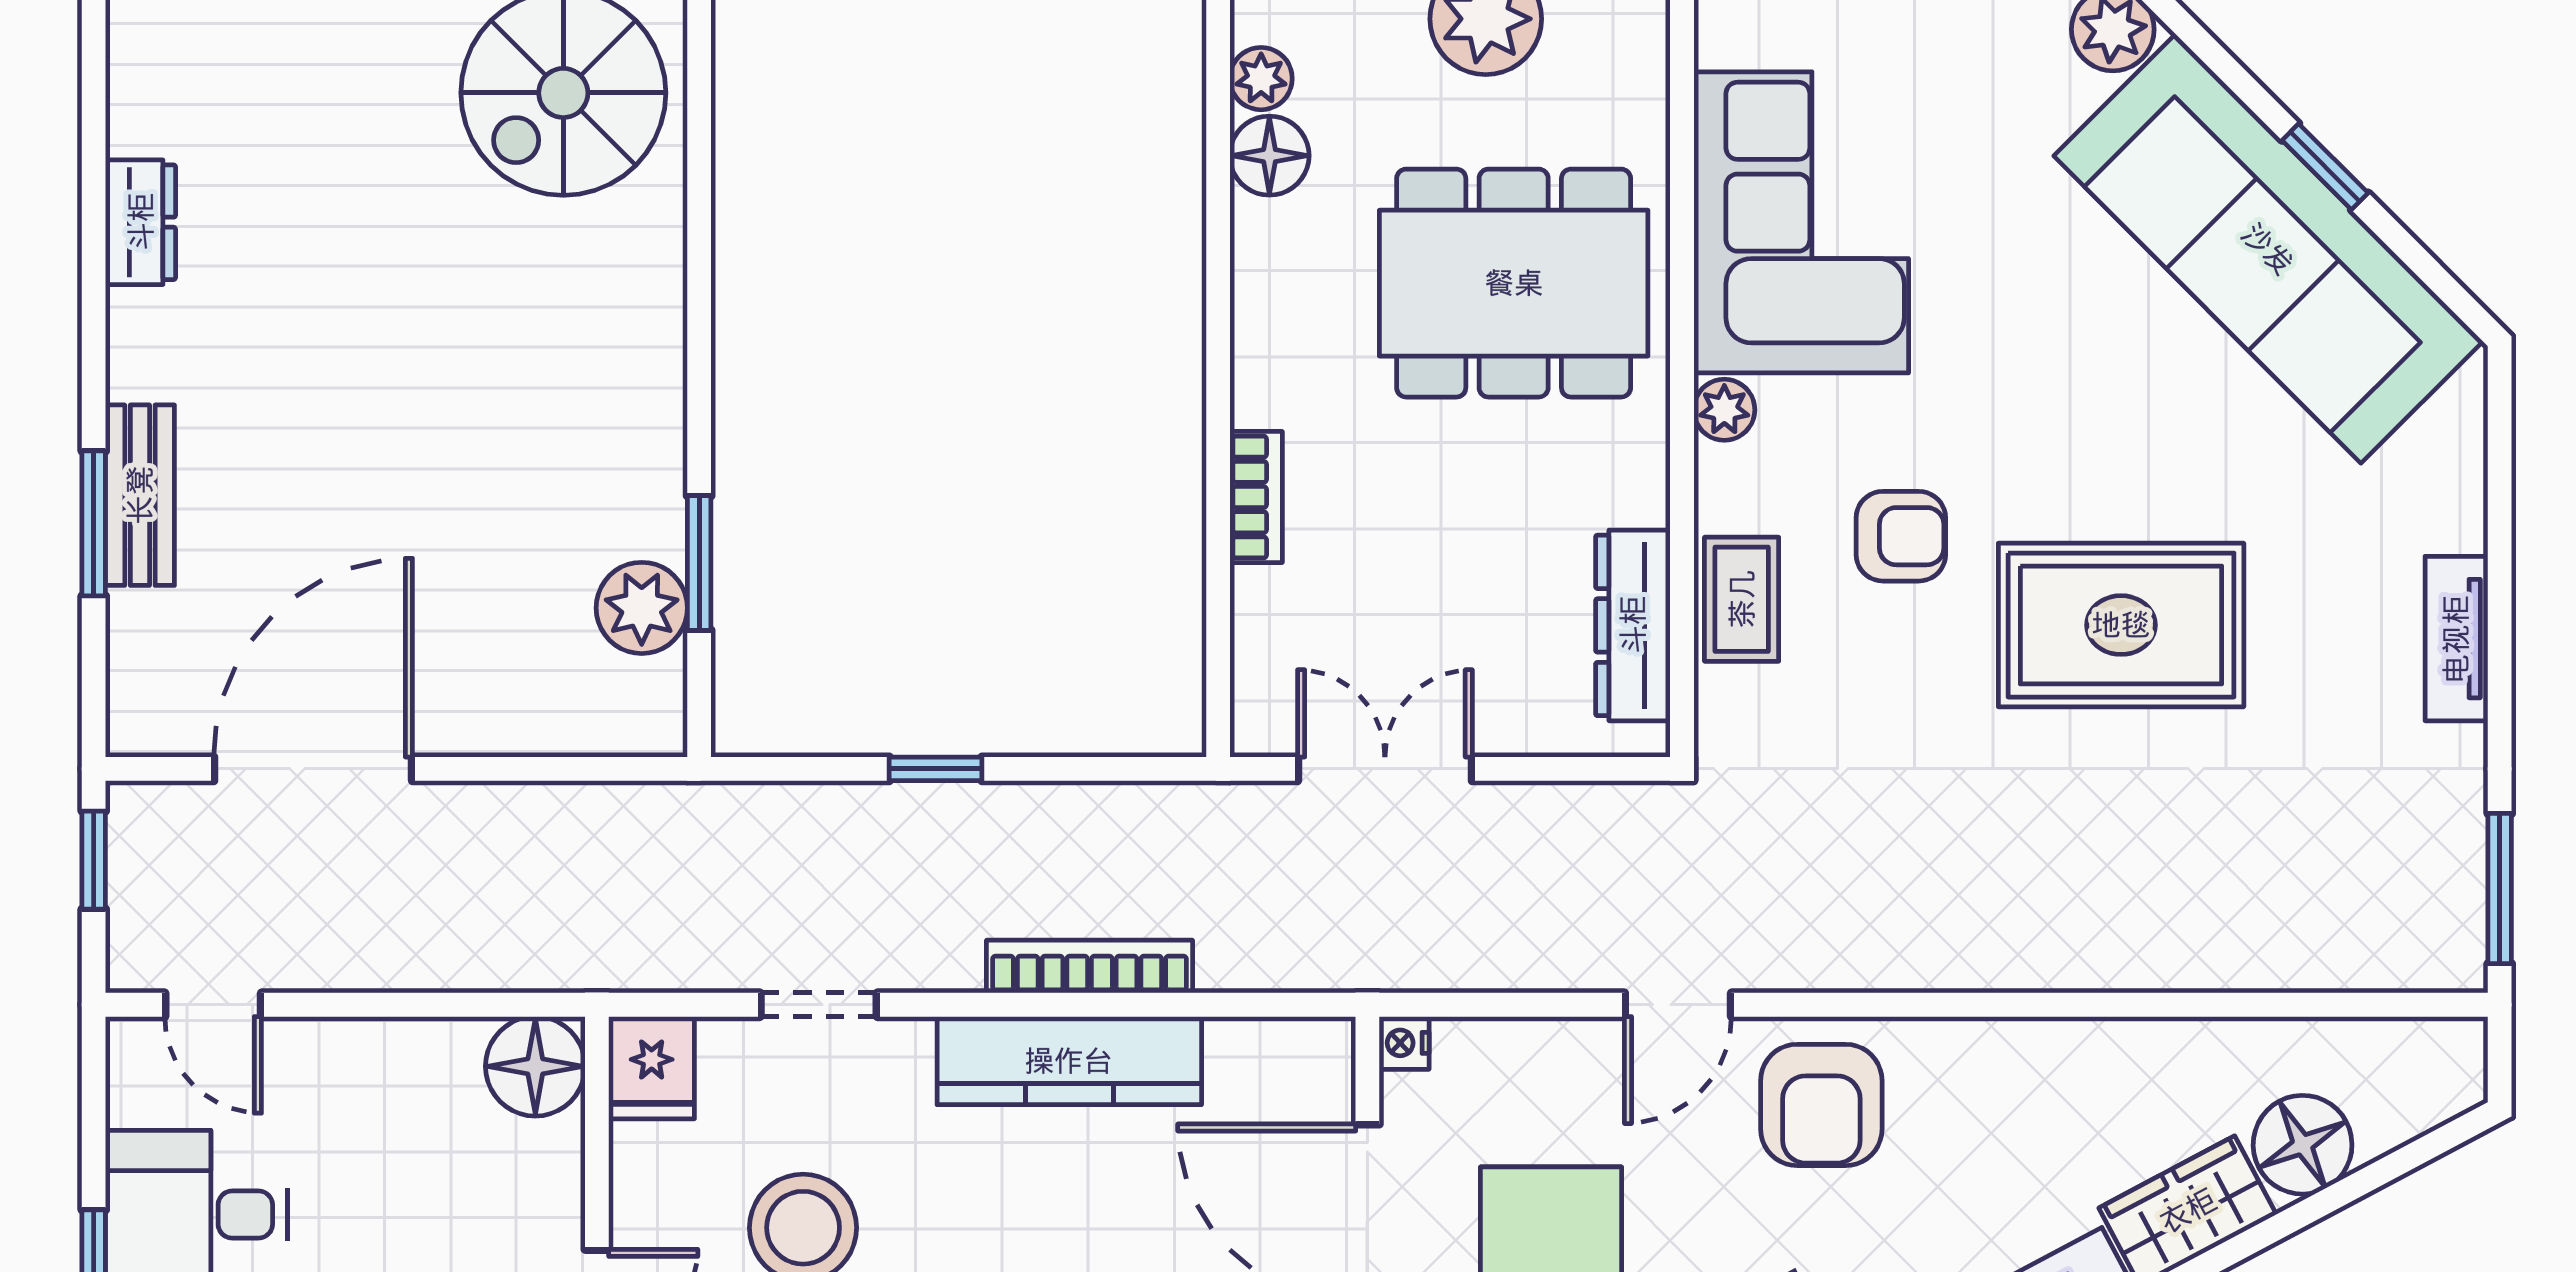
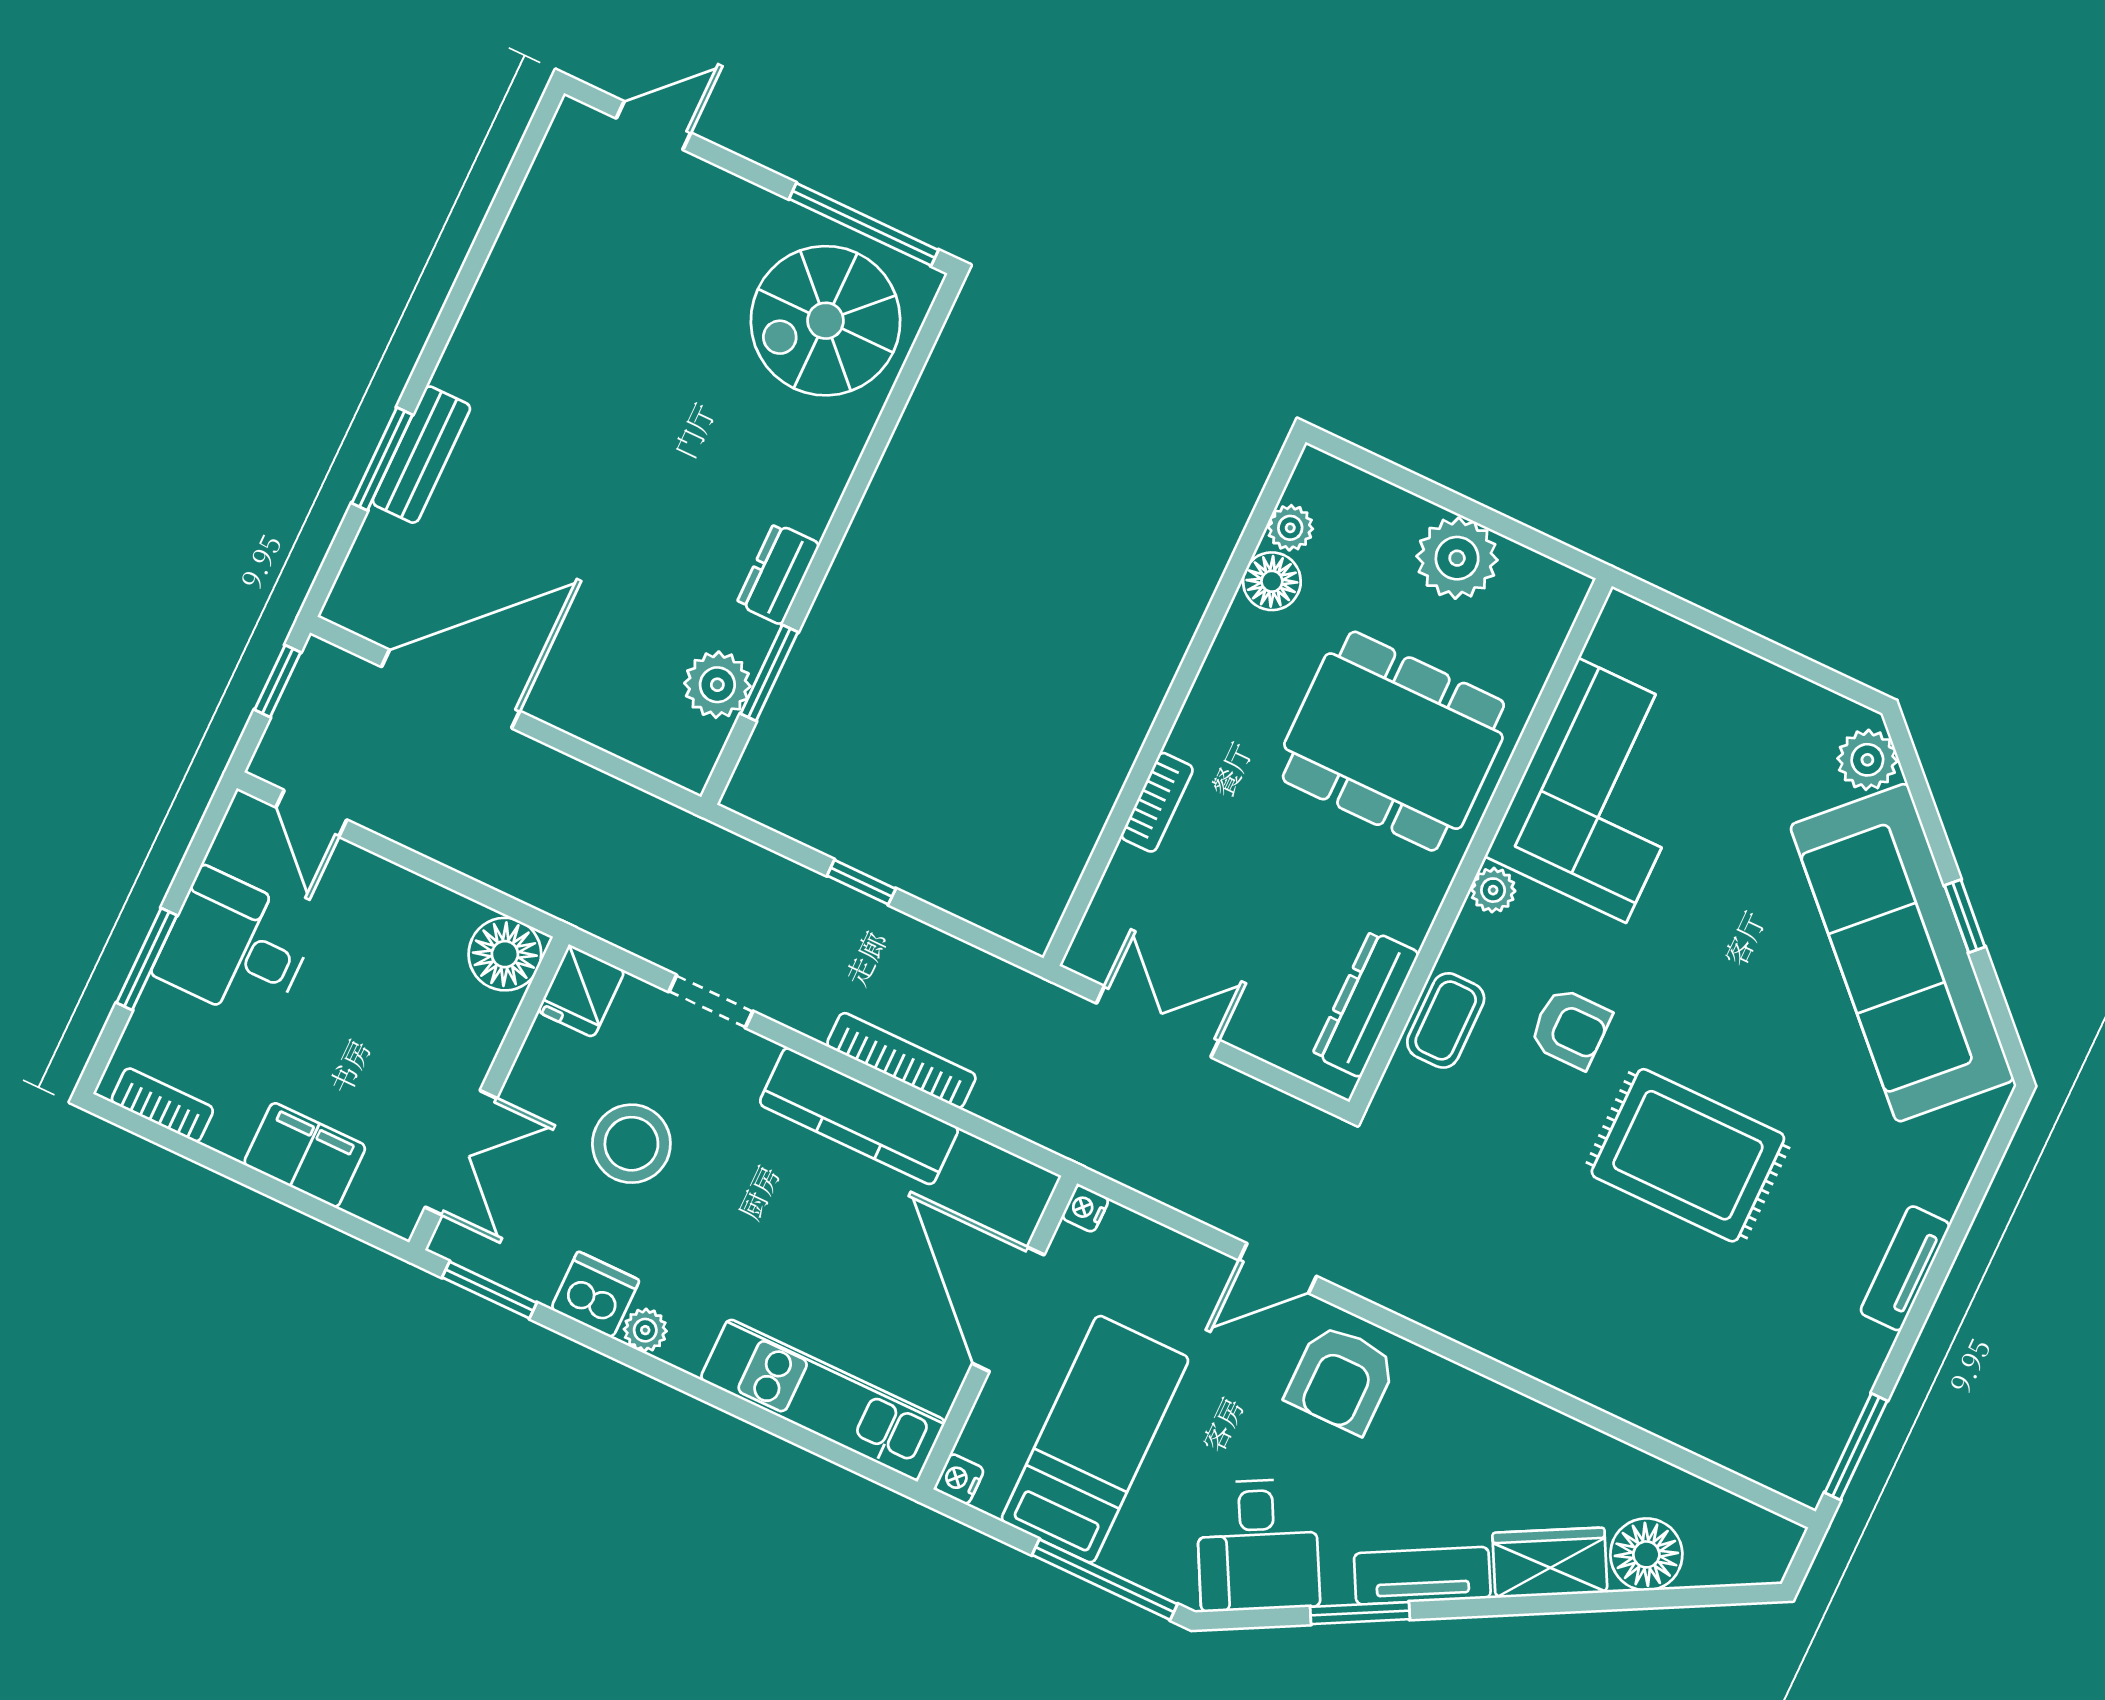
dresser: (141, 222) -> (778, 574), moved, turned 180

